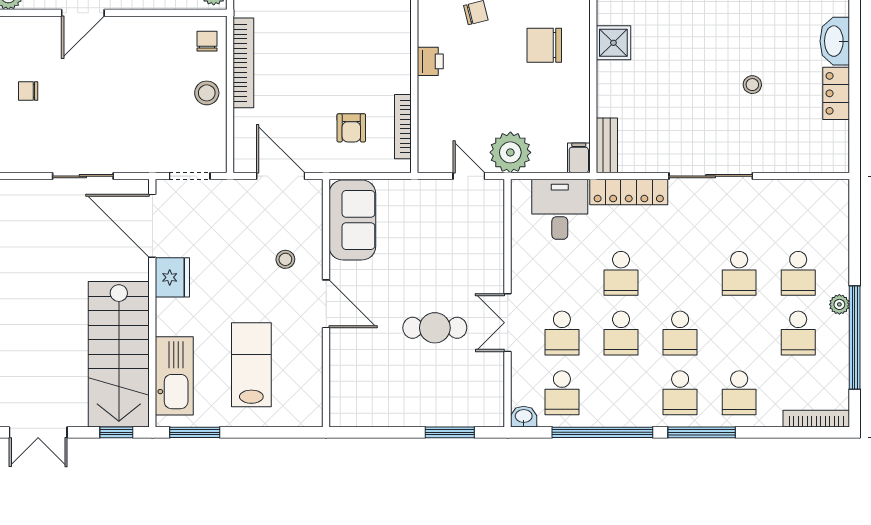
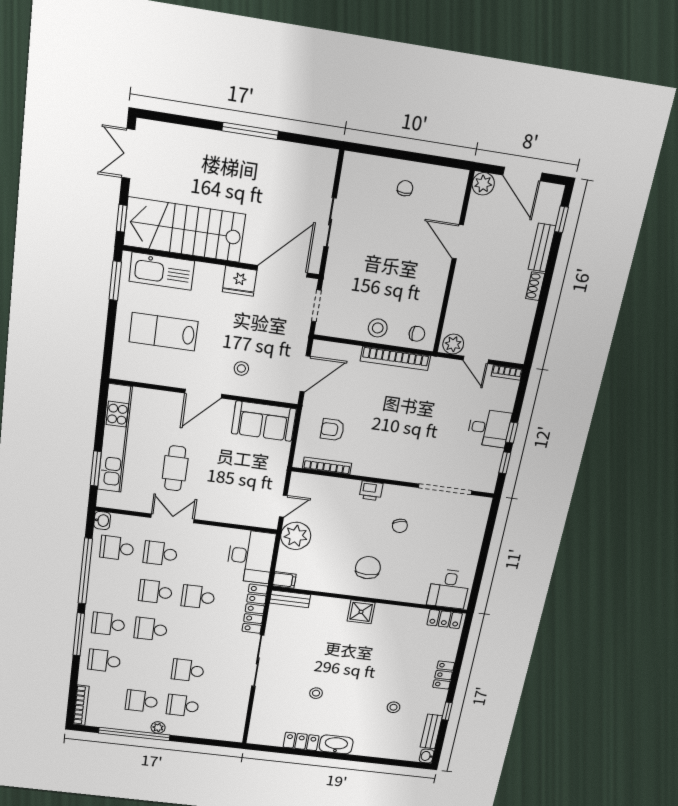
desk: (560, 209) -> (251, 556), width x1.37
lab bench: (251, 365) -> (164, 332), turned 180
kitchen unit: (404, 412) -> (115, 439), added

